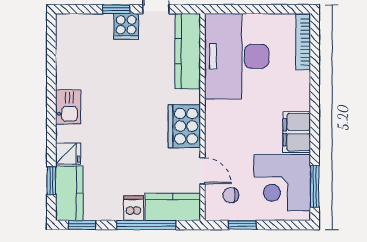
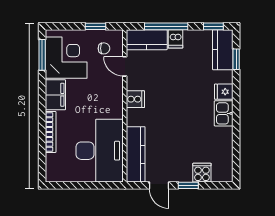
cooker: (126, 26) -> (202, 173), moved
bookcase: (303, 42) -> (51, 132), moved
cooker: (184, 126) -> (135, 99), width x0.53, depth x0.76
fridge: (68, 154) -> (224, 92), moved

